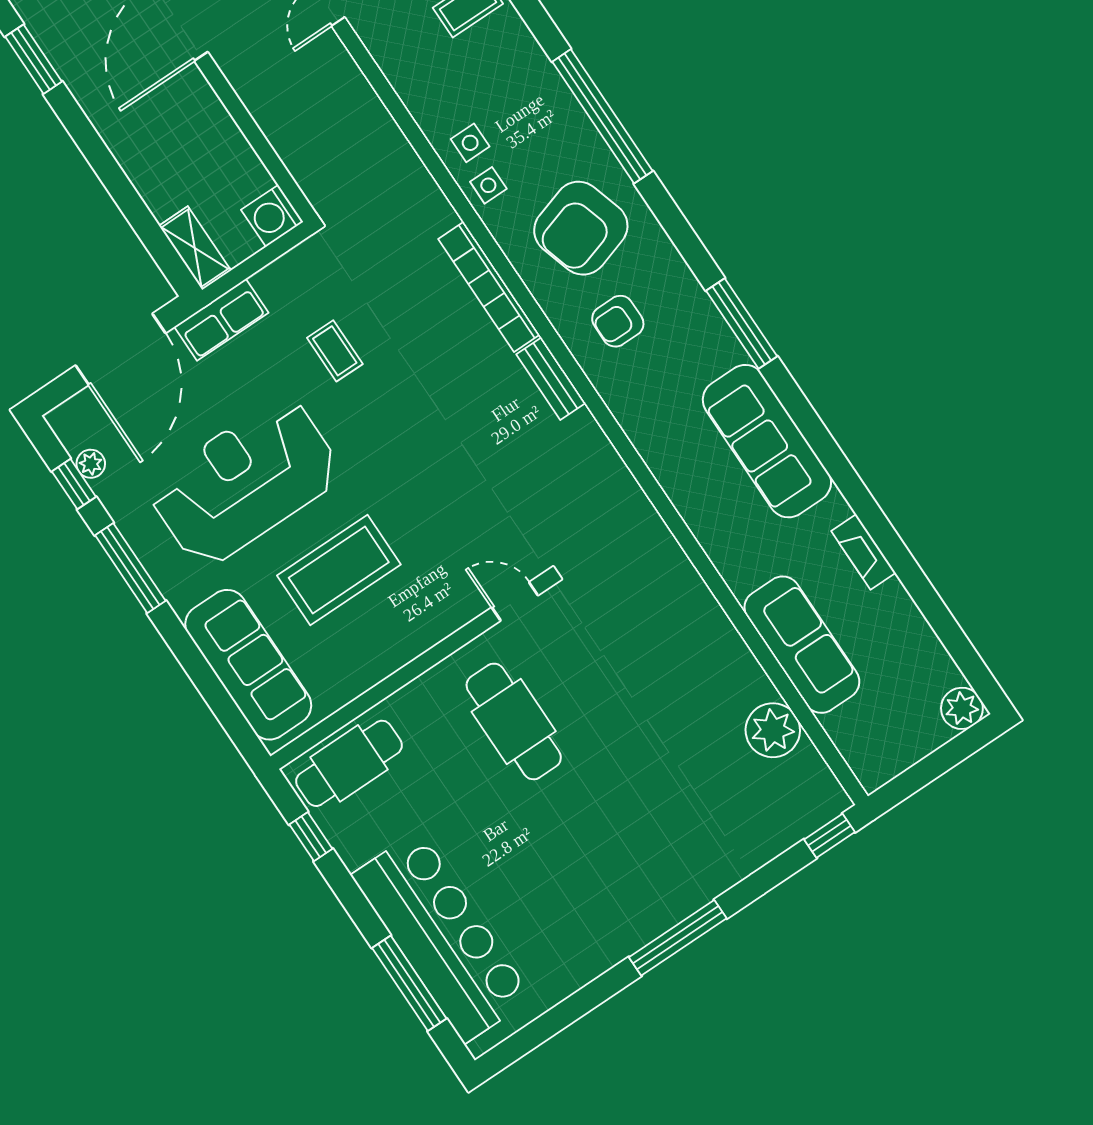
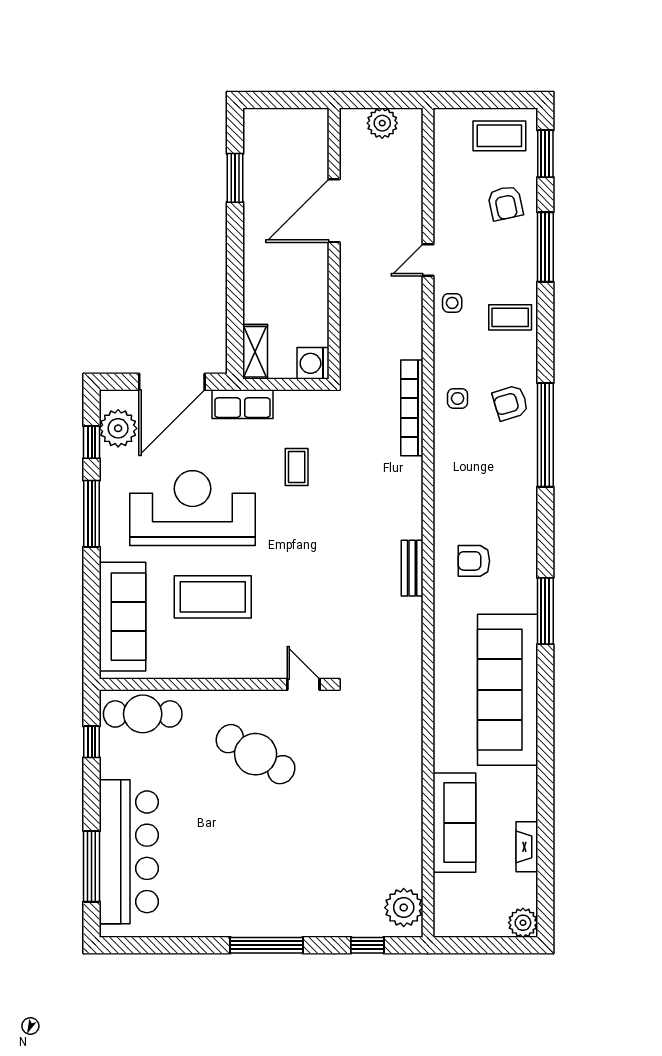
side table: (488, 185) -> (452, 303), moved
armchair: (581, 228) -> (510, 403), moved, width x0.53, depth x0.53
bookcase: (489, 287) -> (412, 408), moved
sofa: (767, 441) -> (508, 690), width x1.36, depth x1.27
plant: (91, 464) -> (118, 428), width x1.88, depth x1.88
fireplace: (863, 552) -> (527, 847), moved
cafe table: (514, 721) -> (256, 754), turned -59
plant: (773, 730) -> (404, 908), moved
window: (830, 836) -> (367, 945), moved

